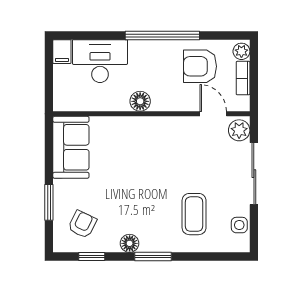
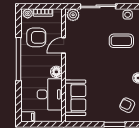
desk: (100, 61) -> (50, 94), moved, turned 180
armchair: (200, 66) -> (36, 37), turned -90
door: (213, 114) -> (64, 45), moved
sofa: (71, 147) -> (75, 98), moved, turned 90

